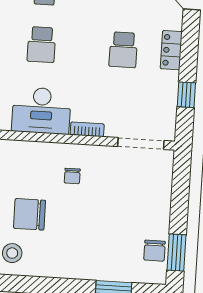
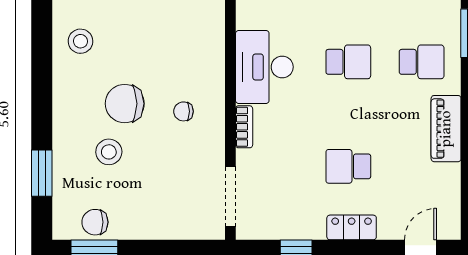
school desk: (41, 45) -> (348, 62), turned 180
chair: (30, 214) -> (125, 104), moved, turned -90
stool: (100, 236) -> (109, 152), added

